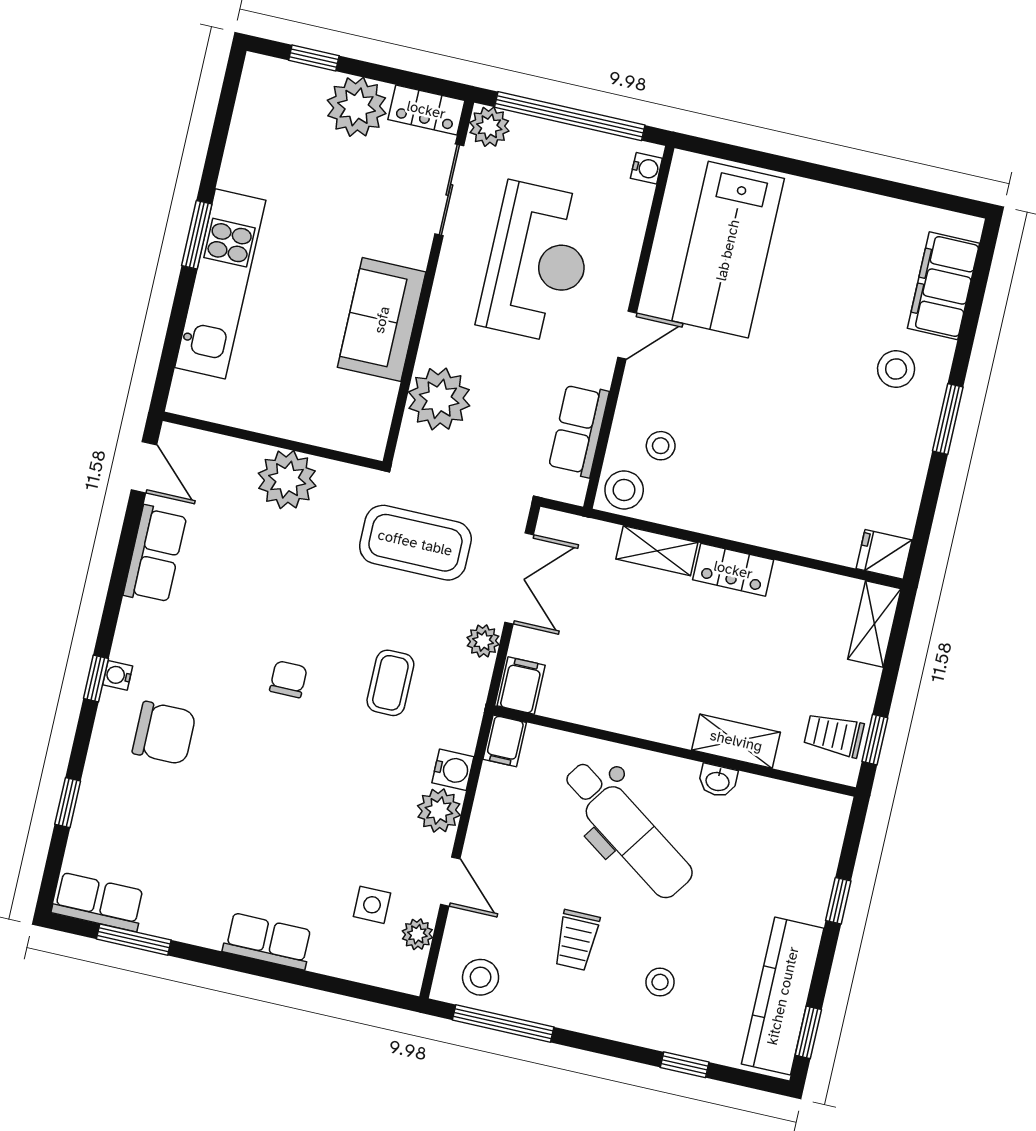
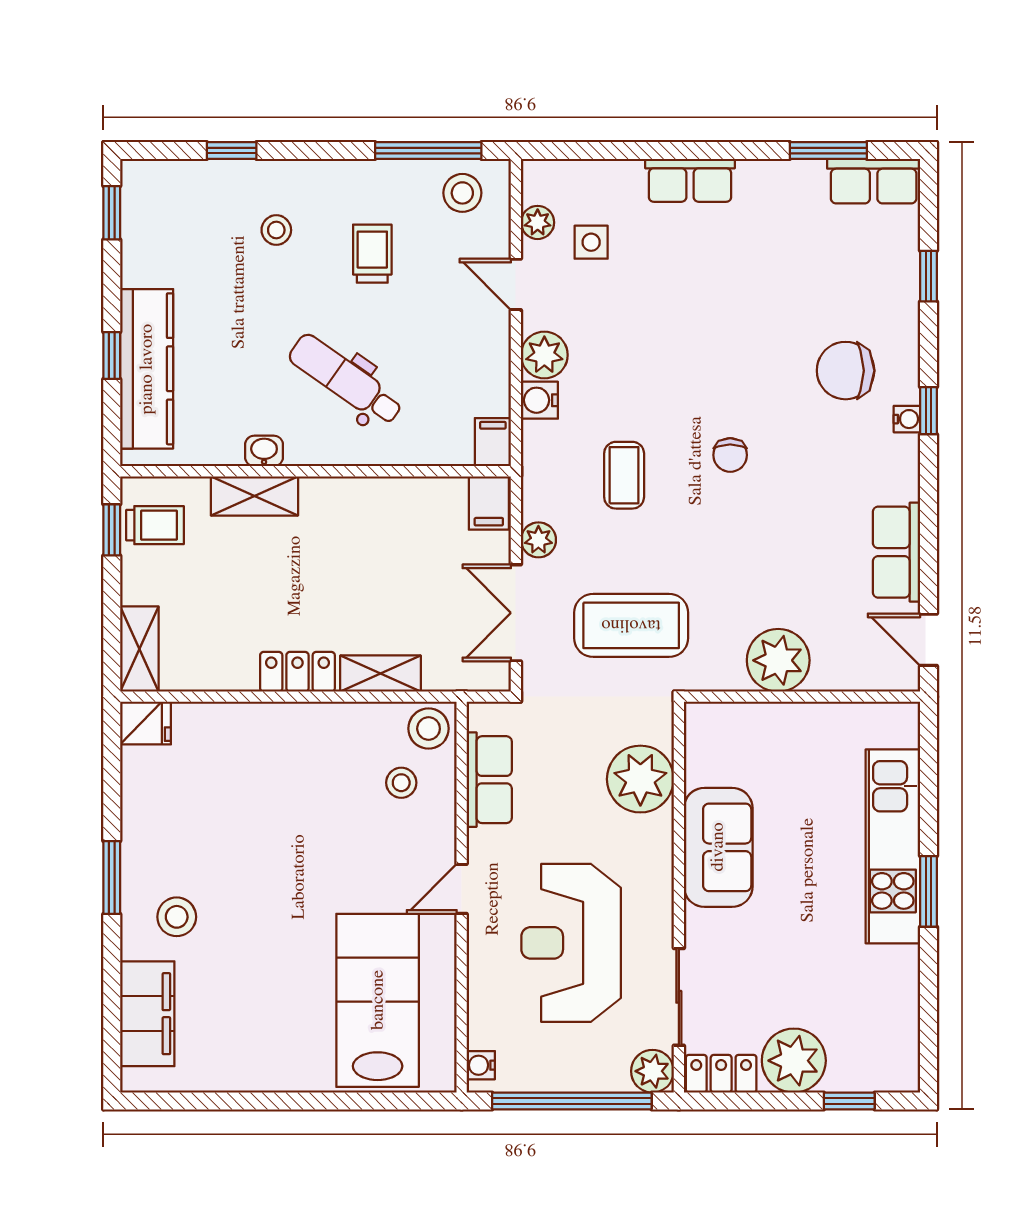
dental chair: (627, 829) -> (346, 380), width x0.73, depth x0.72
kitchen counter: (783, 996) -> (147, 369), moved

